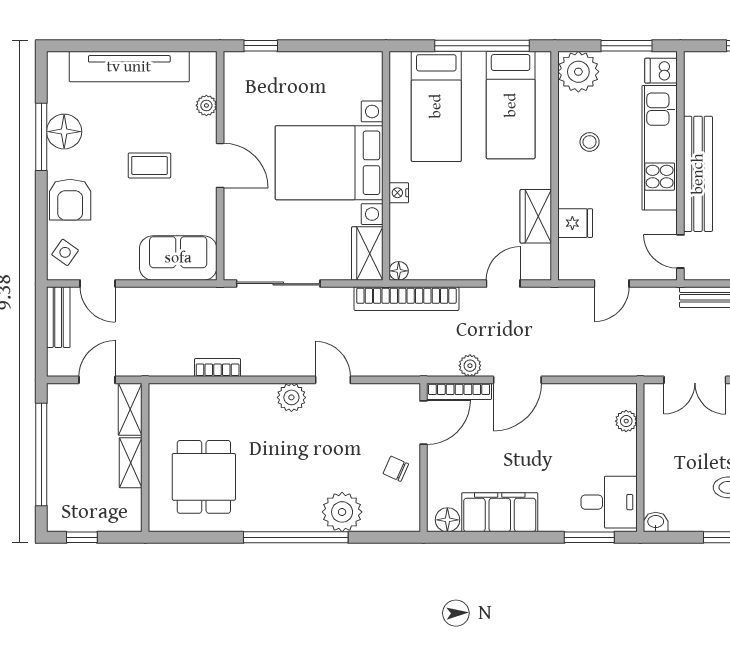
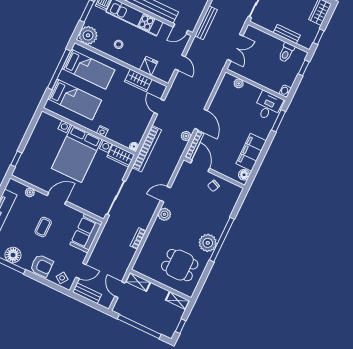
shelving: (131, 463) -> (178, 301), moved
plant: (342, 512) -> (208, 243), moved

